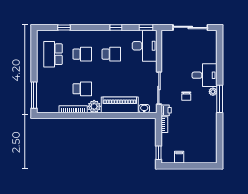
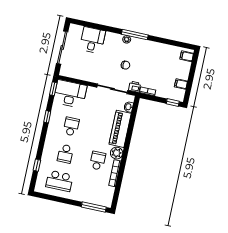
school desk: (82, 54) -> (65, 154), turned 180
desk: (205, 75) -> (92, 40), moved
filing cabinet: (209, 157) -> (187, 56), added

